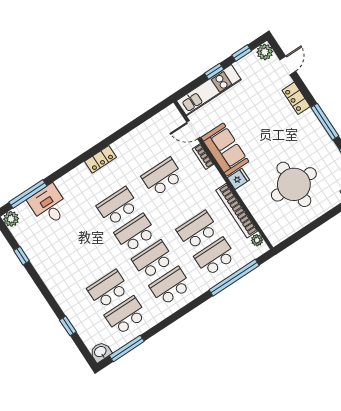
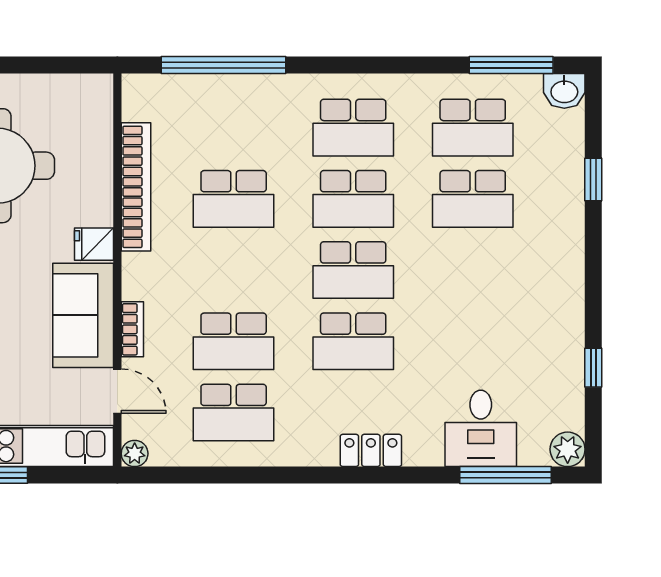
locker: (101, 159) -> (371, 450), moved
plant: (257, 240) -> (135, 454), moved
school desk: (215, 257) -> (234, 413), moved

